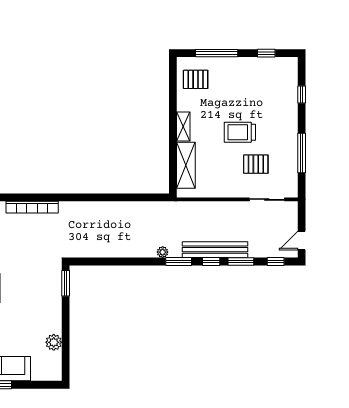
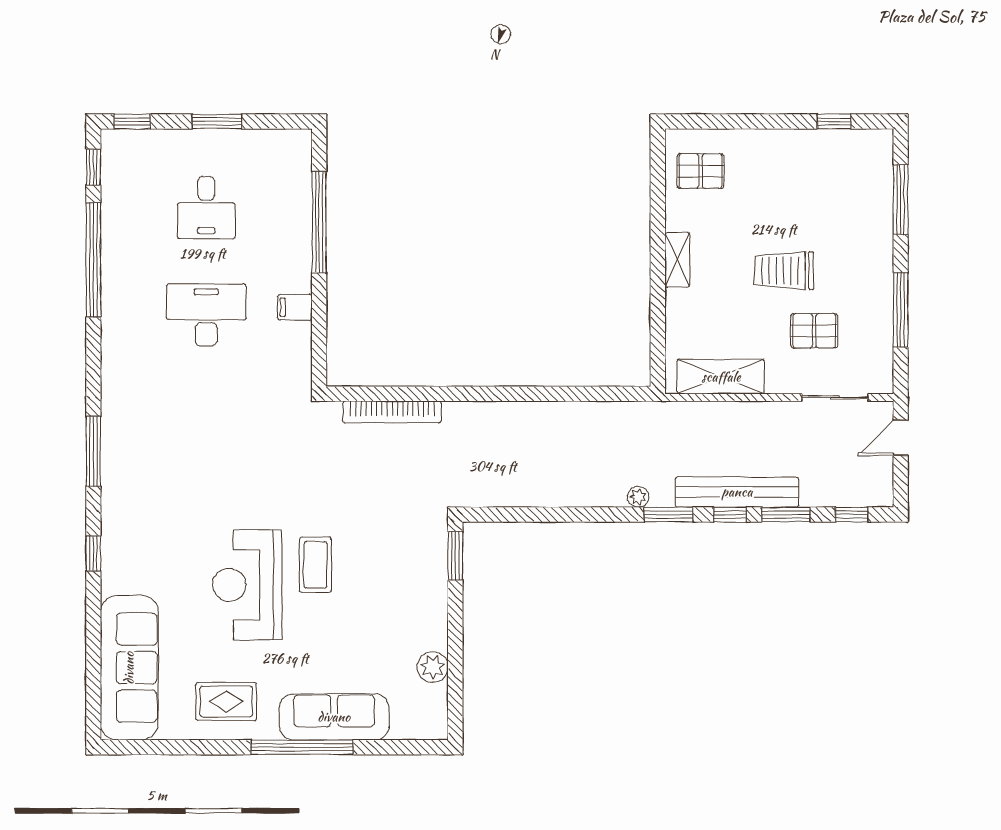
window: (217, 53) -> (740, 121), removed
window: (302, 95) -> (901, 200), width x2.17
shelving: (186, 165) -> (721, 377), moved, turned 90
door: (302, 240) -> (901, 438), moved

